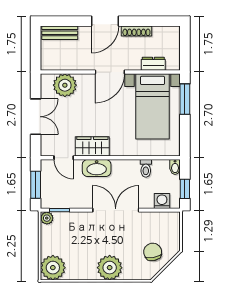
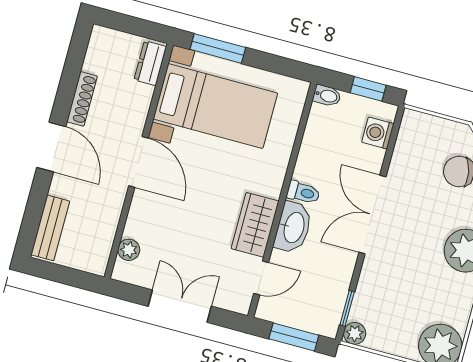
dresser: (153, 64) -> (150, 63), moved
plant: (65, 85) -> (129, 250), width x0.53, depth x0.53
toilet: (146, 168) -> (303, 192), moved

